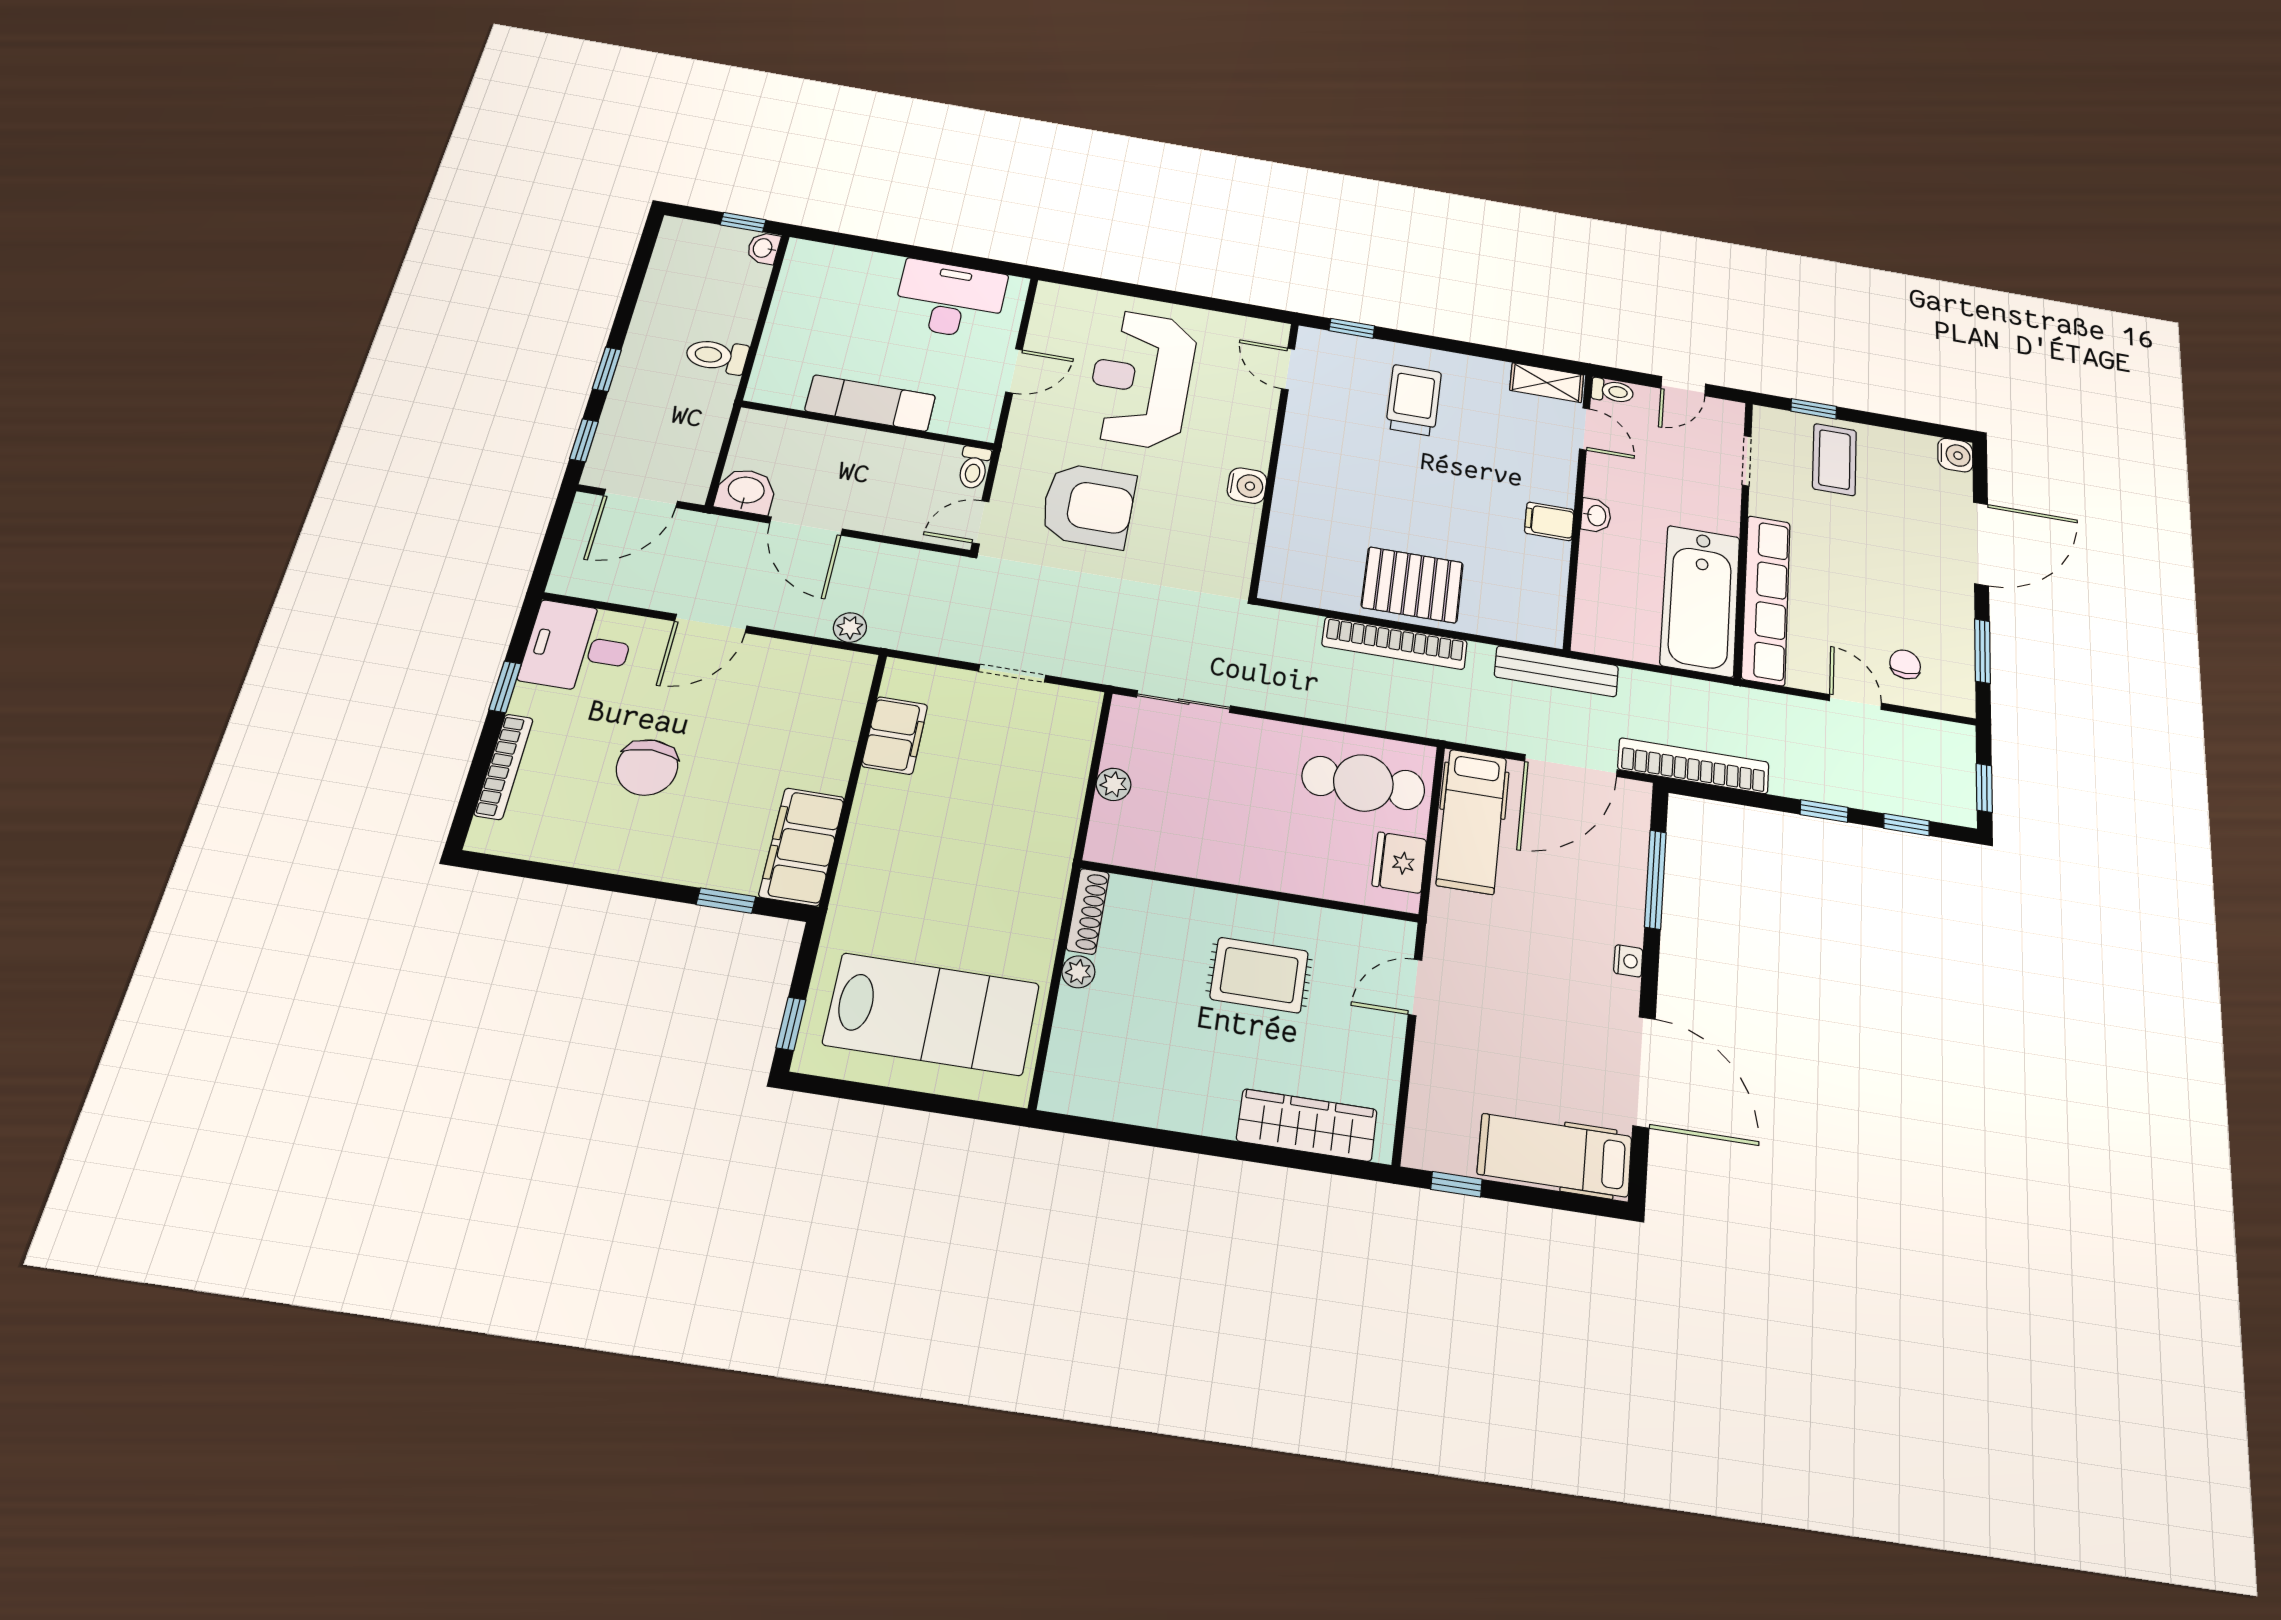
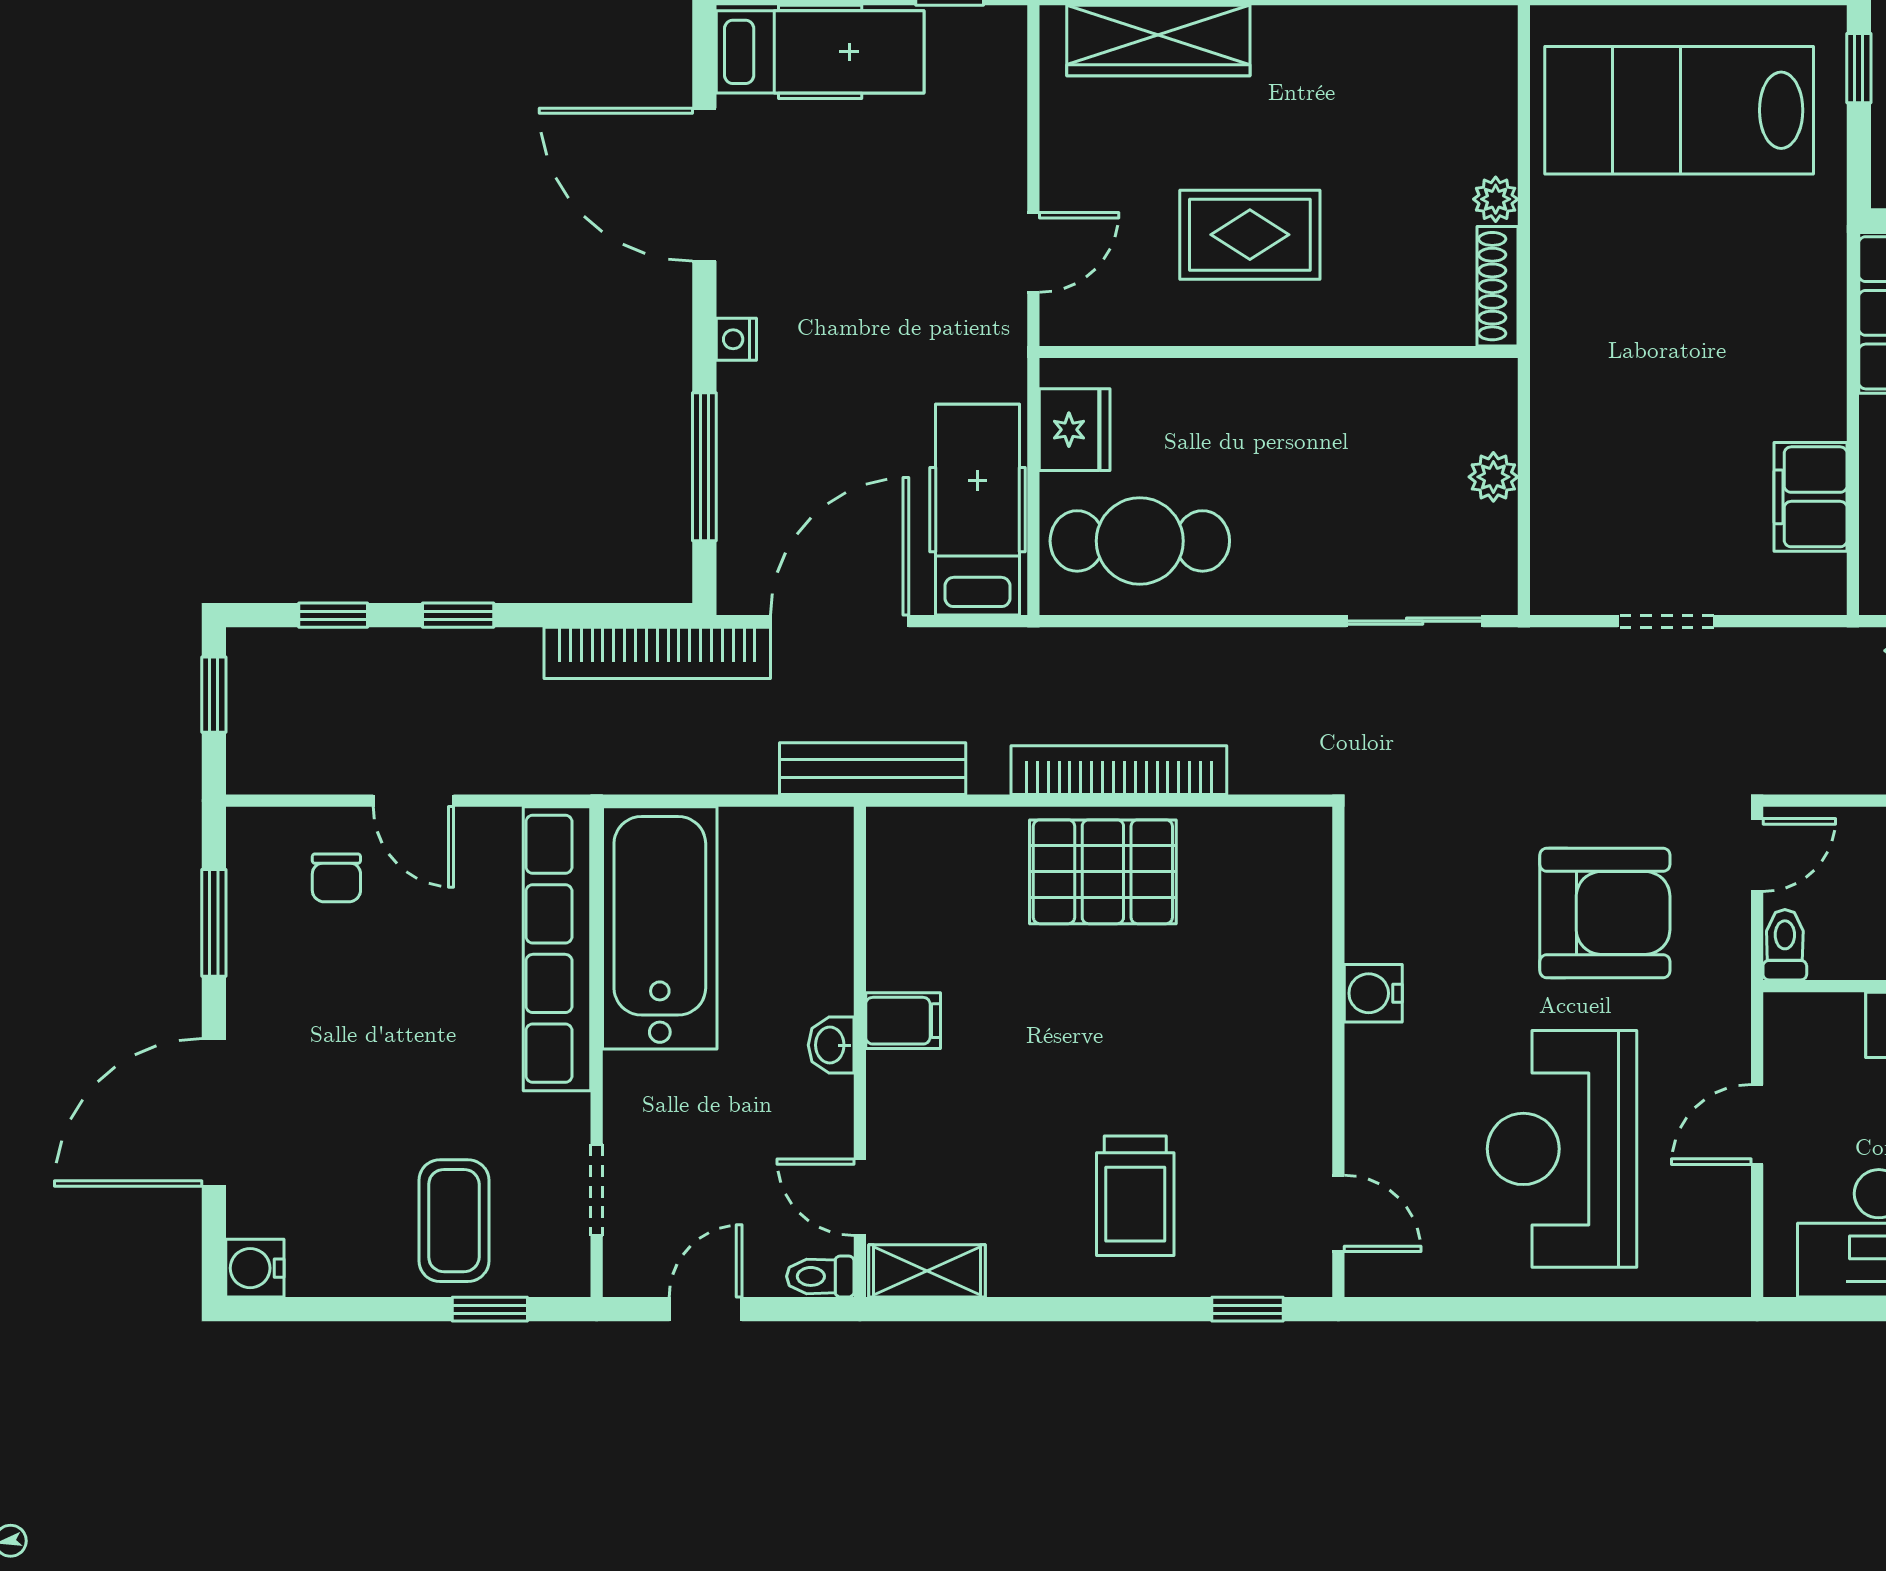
reception desk: (1141, 379) -> (1562, 1149), turned 180
armchair: (1088, 506) -> (1605, 913), turned 180

